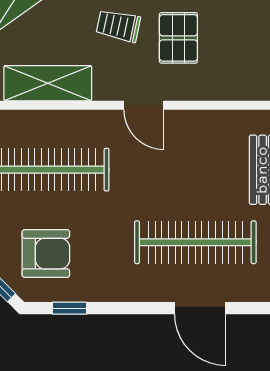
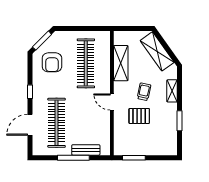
door: (144, 105) -> (112, 102), hinge flipped
window: (69, 308) -> (30, 92), moved

